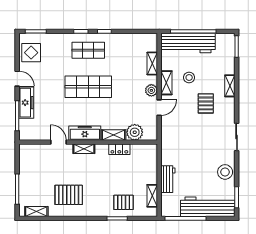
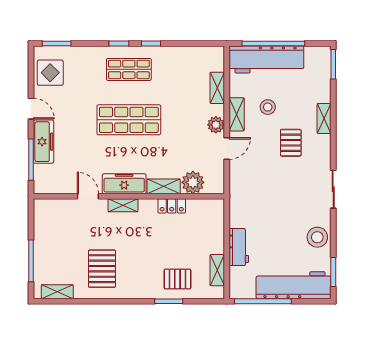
pallet: (69, 195) -> (102, 269), turned 90

